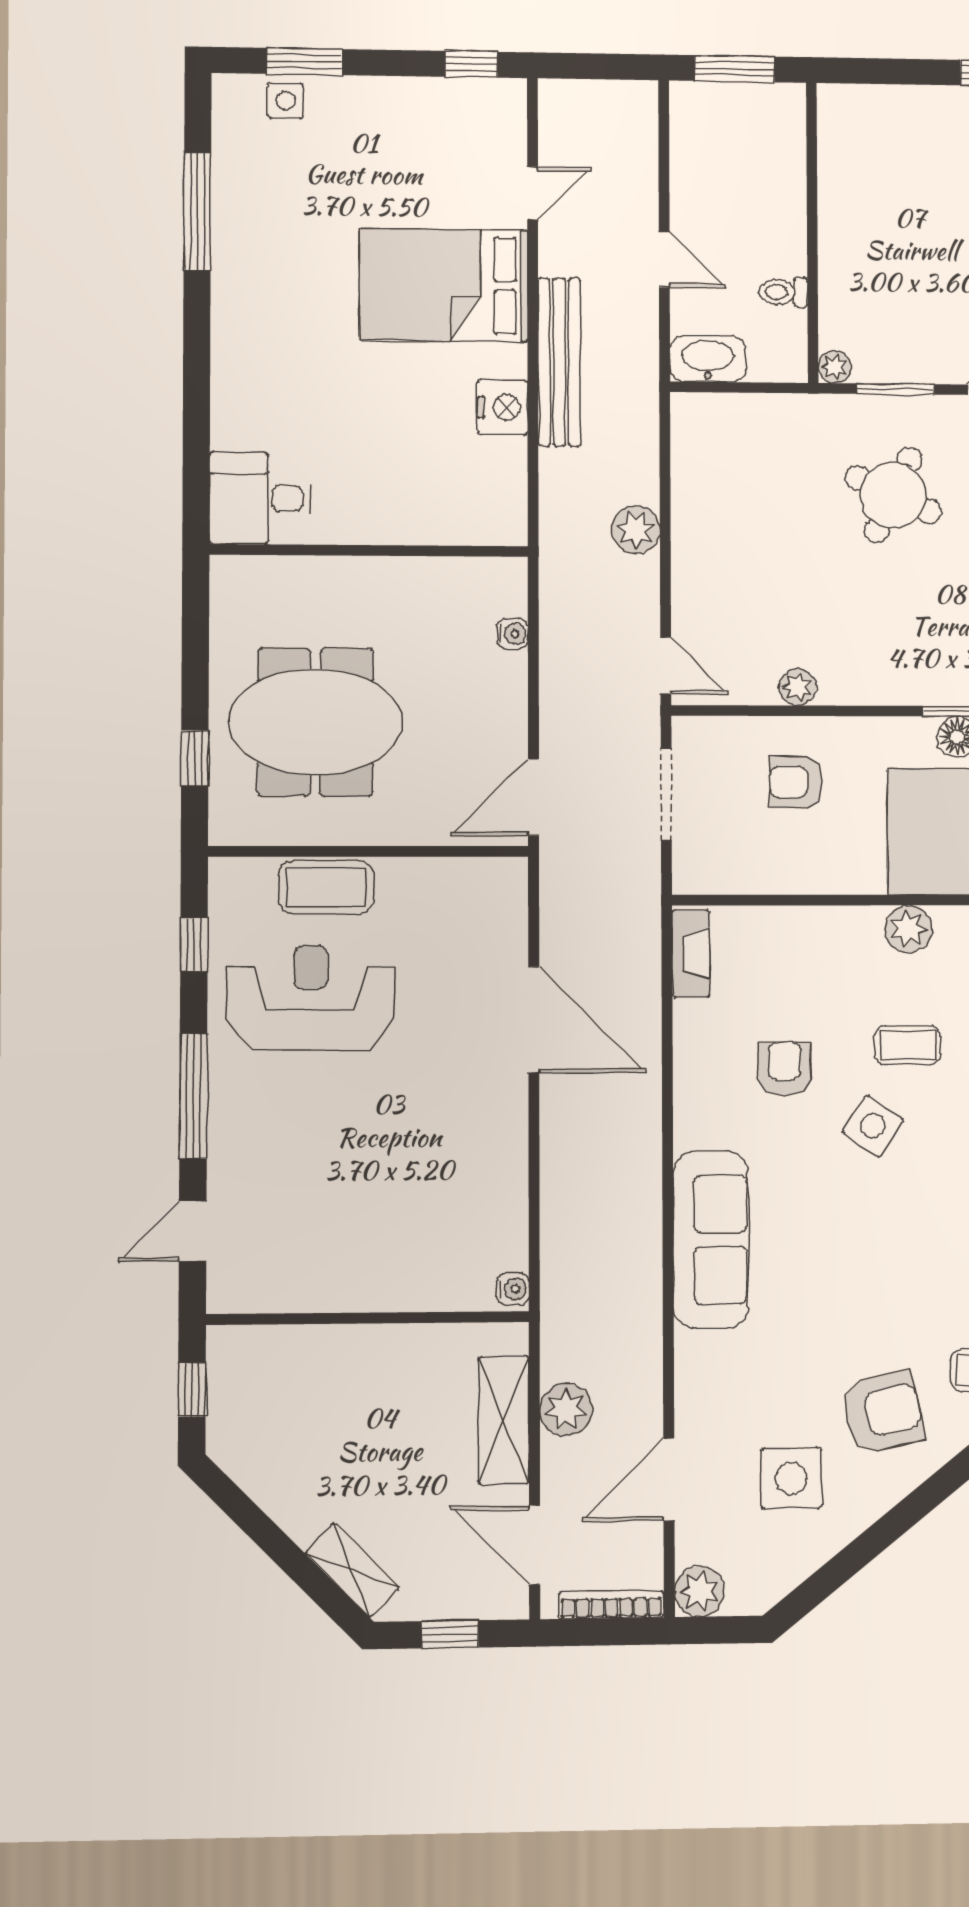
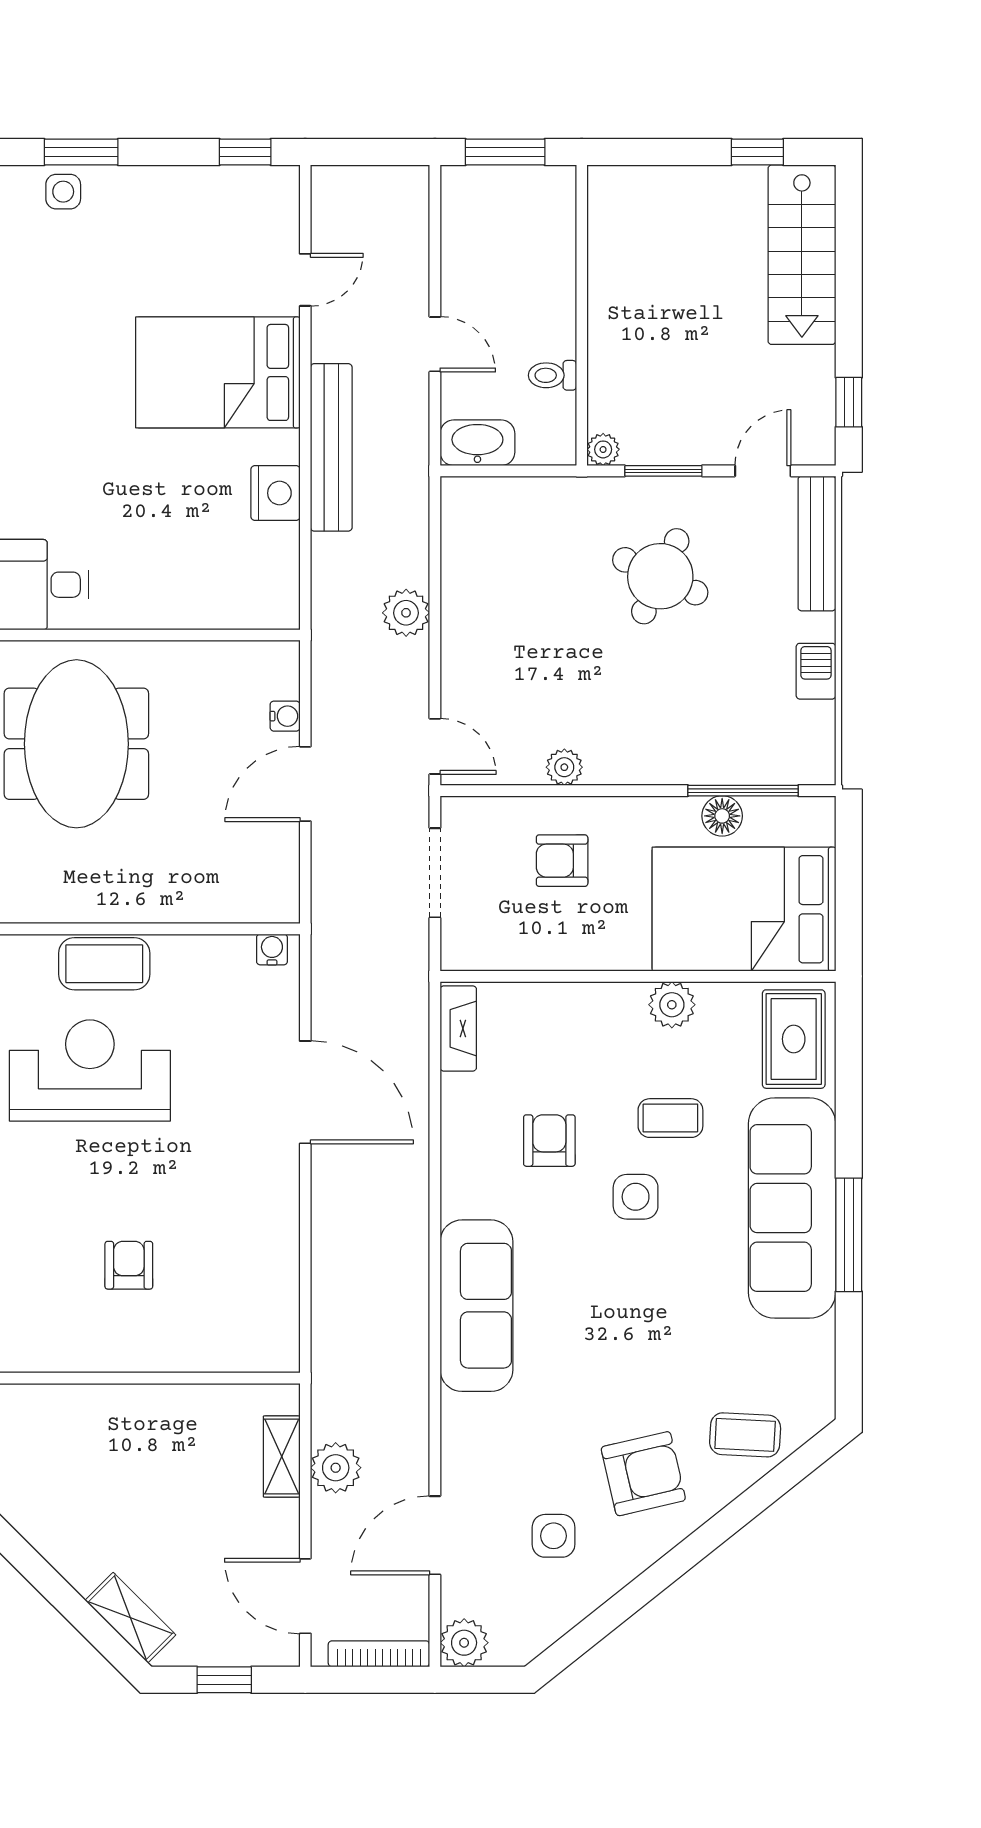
meeting table: (315, 722) -> (76, 744), moved, turned 90
door: (534, 797) -> (305, 784), moved
side table: (873, 1126) -> (636, 1197), turned -34
armchair: (351, 1200) -> (129, 1265), added
water cooler: (513, 1289) -> (272, 949), moved, turned -90
shelving: (504, 1420) -> (282, 1456), width x0.67, depth x0.75
side table: (791, 1478) -> (554, 1536), width x0.73, depth x0.73

